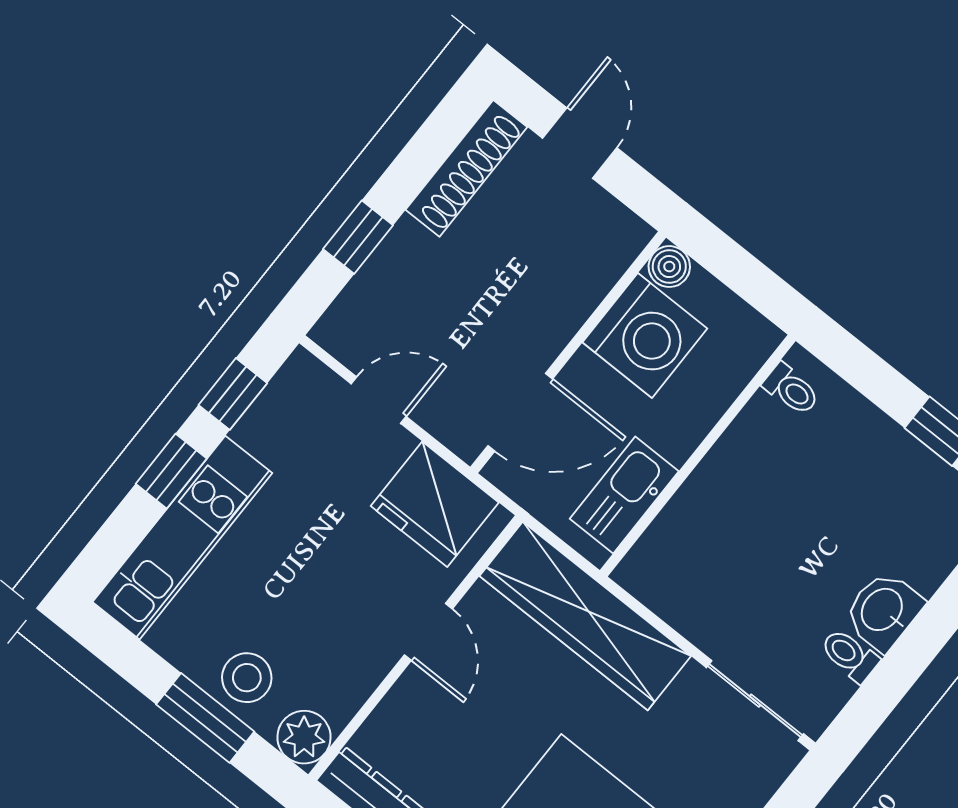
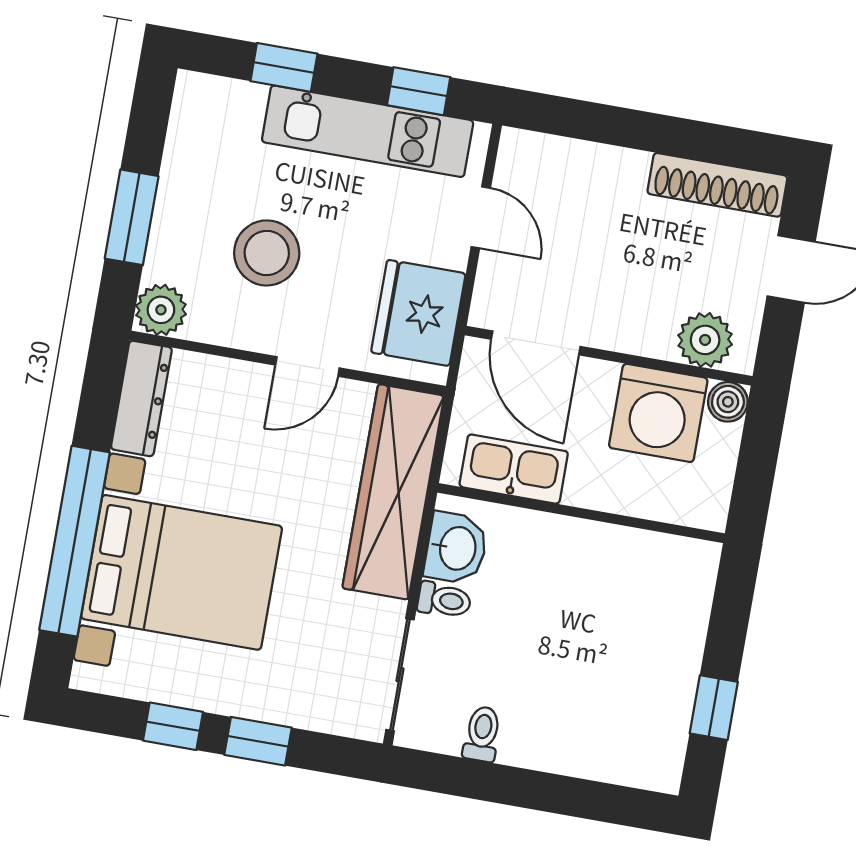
window: (358, 237) -> (609, 125), removed
plant: (602, 257) -> (705, 340), added
toilet: (791, 389) -> (444, 600), moved, turned -90
window: (171, 471) -> (284, 67), moved
kitchen unit: (182, 538) -> (368, 131), moved
washbasin: (883, 611) -> (456, 548), moved, turned 90
stool: (247, 678) -> (267, 253), moved, width x1.38, depth x1.38

